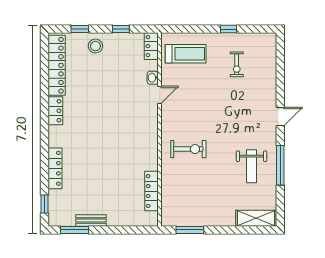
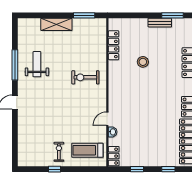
stool: (95, 46) -> (143, 62), moved
exercise bike: (237, 64) -> (59, 152), moved
shelving: (256, 218) -> (56, 24), moved

